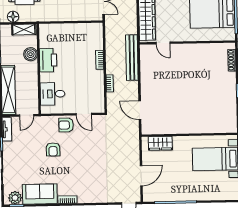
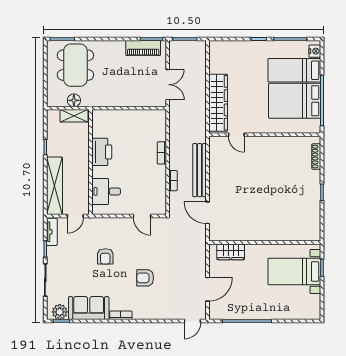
floor lamp: (13, 17) -> (74, 100), moved
boiler: (31, 54) -> (81, 145), removed
bench: (132, 58) -> (200, 170), moved
armchair: (66, 125) -> (145, 278), moved

